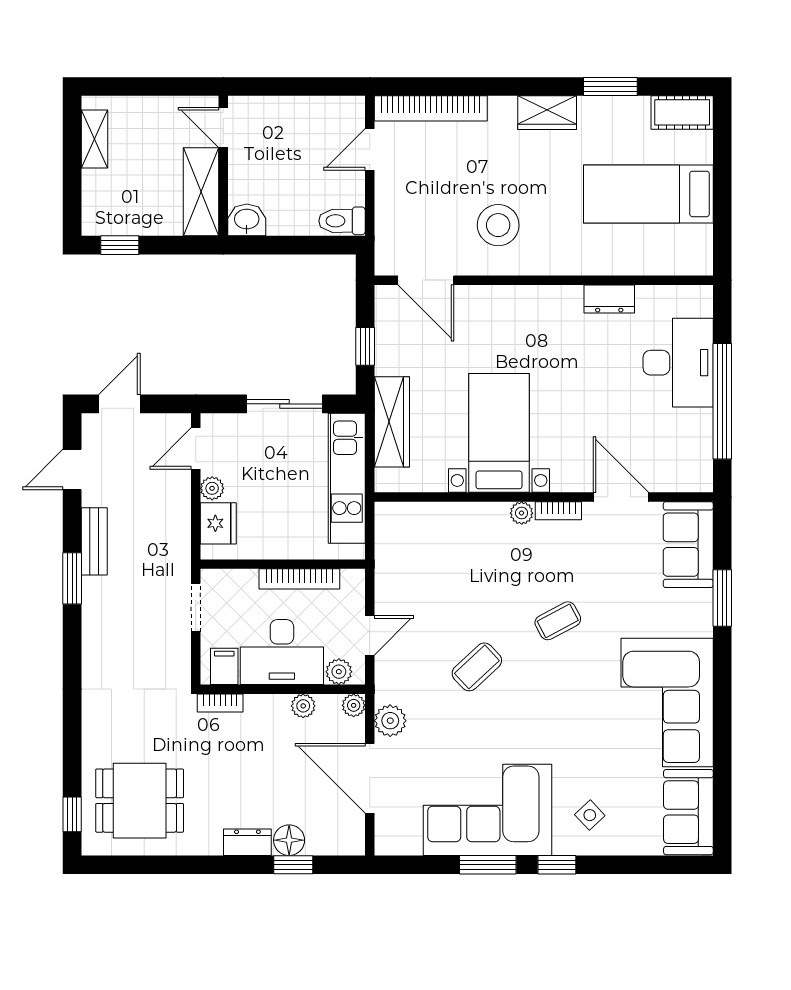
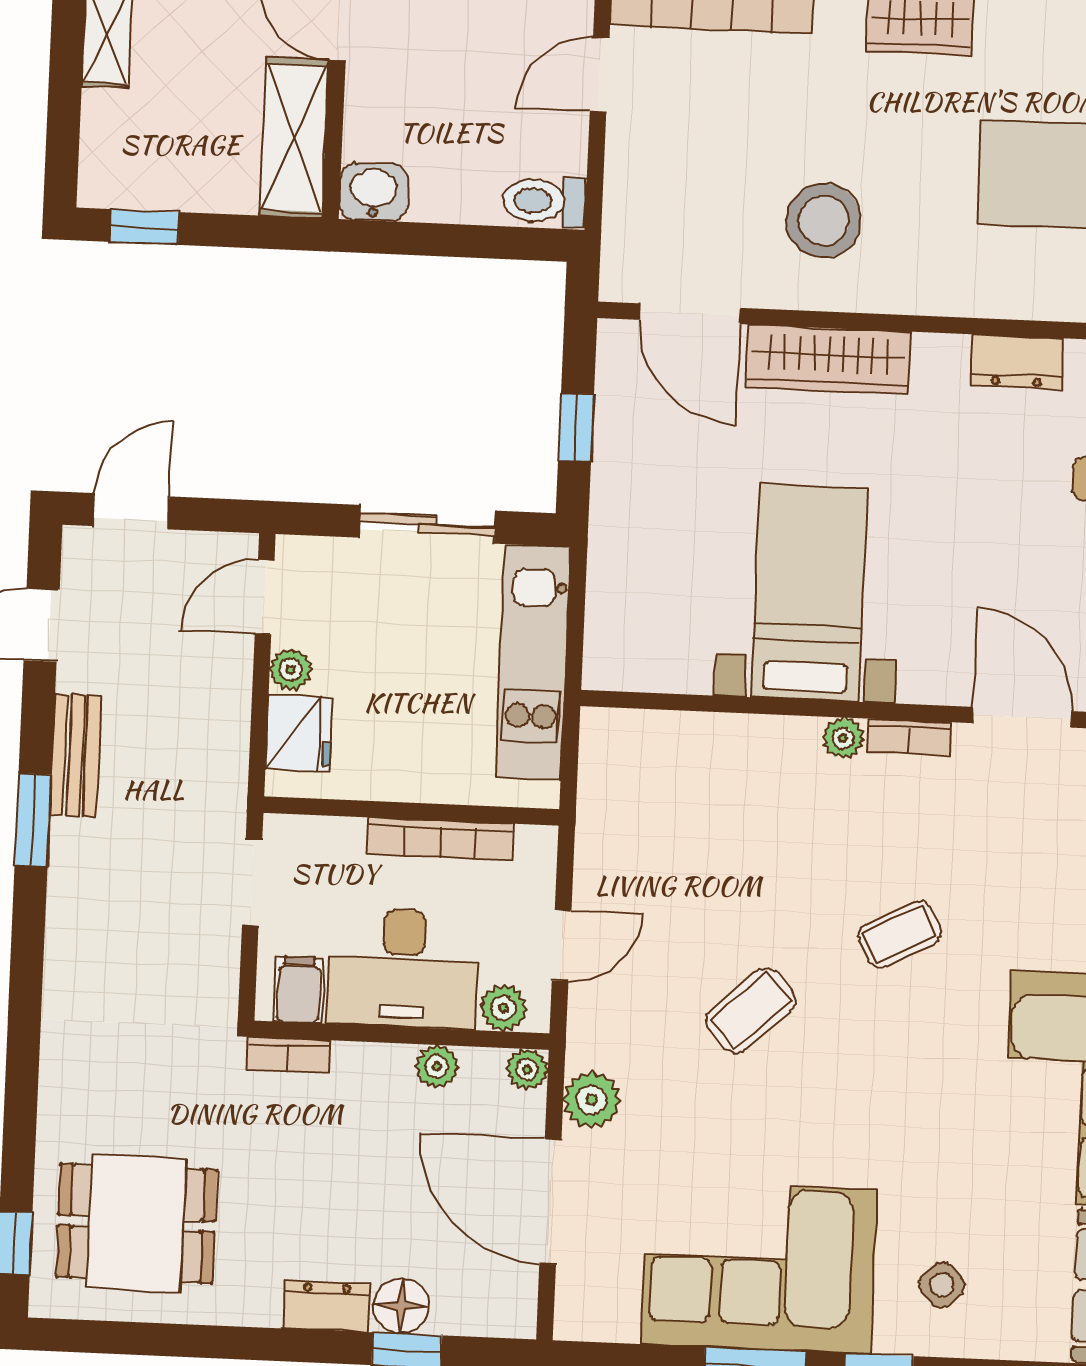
wardrobe: (392, 422) -> (828, 359), moved, turned 90

